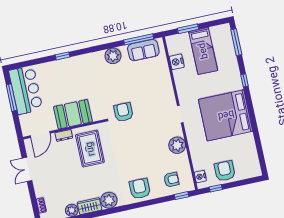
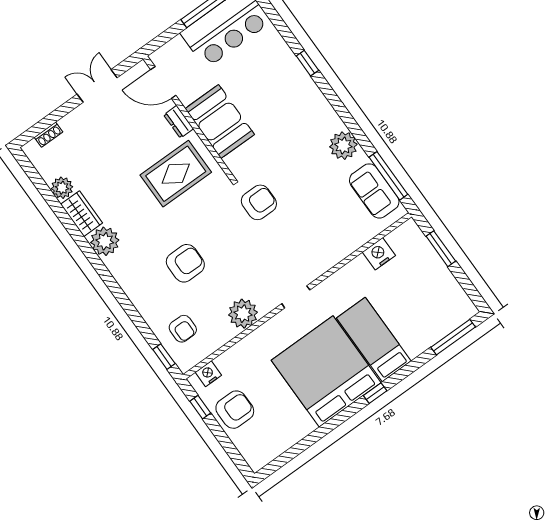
bed: (203, 51) -> (374, 340), moved, turned 90
window: (245, 80) -> (375, 393), moved
armchair: (140, 189) -> (185, 263), moved

